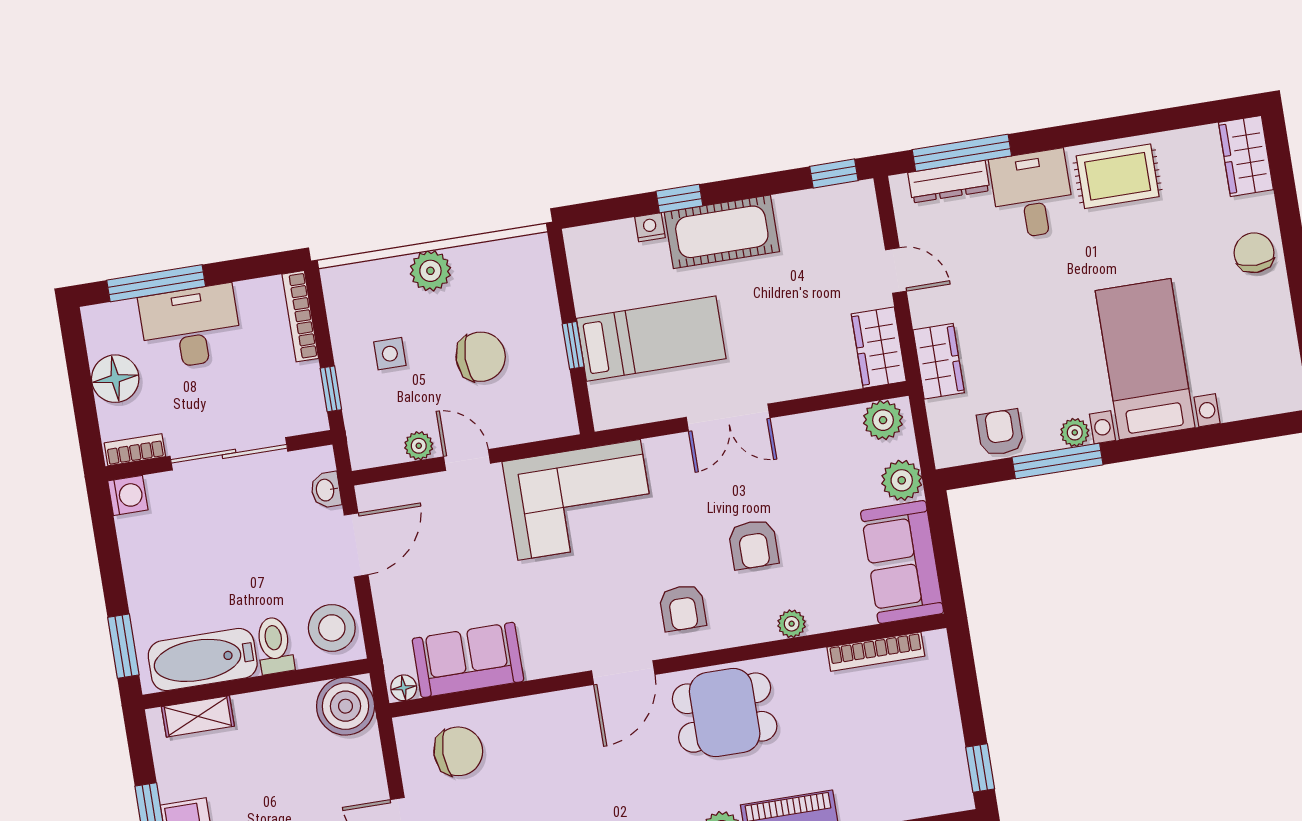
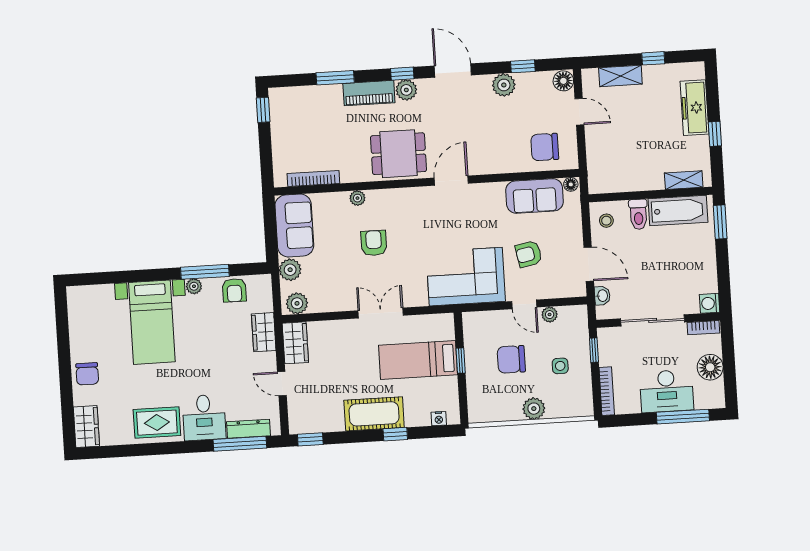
nightstand: (650, 227) -> (439, 419), moved
door: (356, 545) -> (589, 264), swing flipped
armchair: (683, 608) -> (529, 254), moved, turned -101
stool: (332, 628) -> (606, 221), width x0.53, depth x0.53
boiler: (346, 706) -> (603, 178), removed

